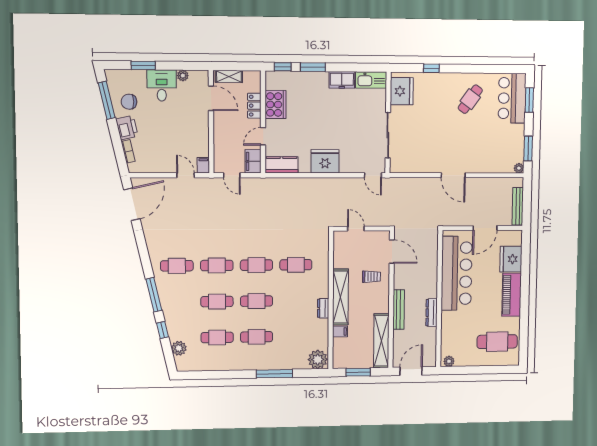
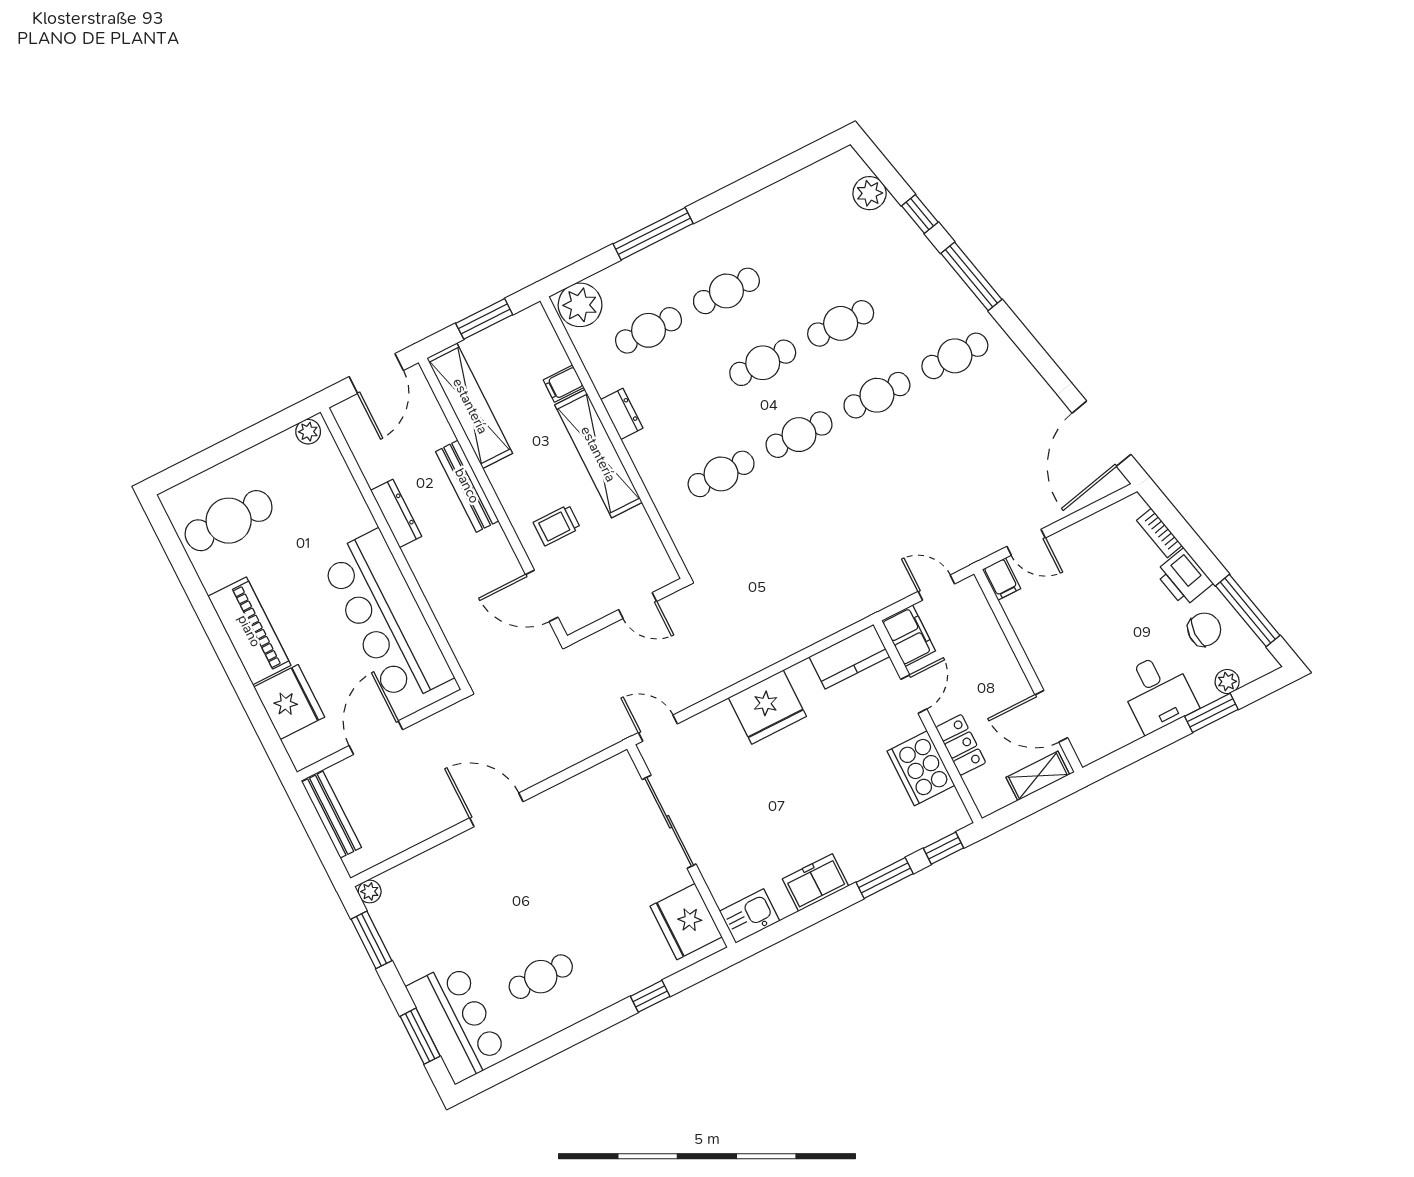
plant: (183, 76) -> (1227, 682), moved
kitchen sink: (371, 80) -> (750, 916), width x0.73
cafe table: (470, 99) -> (541, 977), turned 54
cafe table: (217, 337) -> (648, 330), moved

